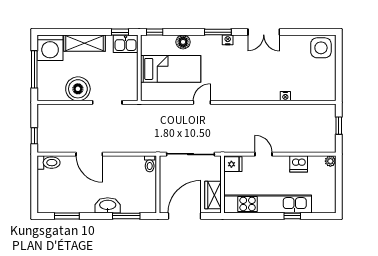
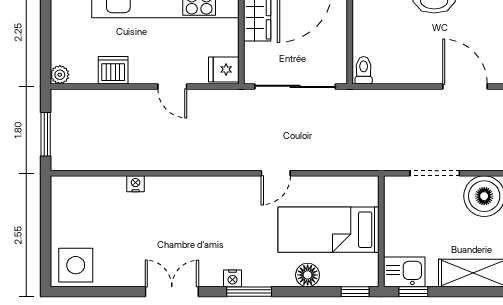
window: (339, 126) -> (46, 134), width x1.50

